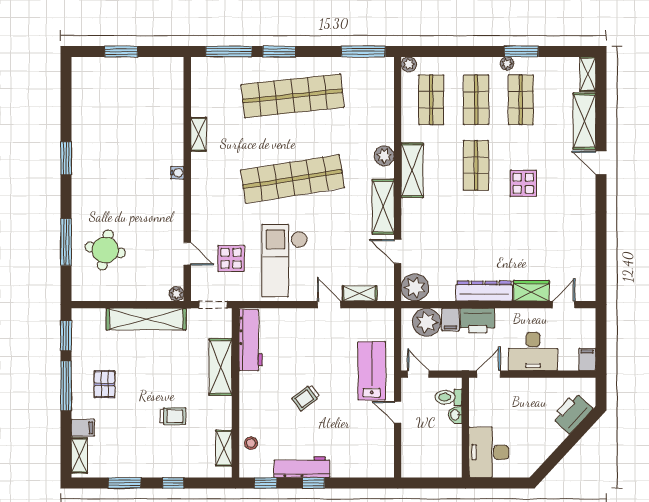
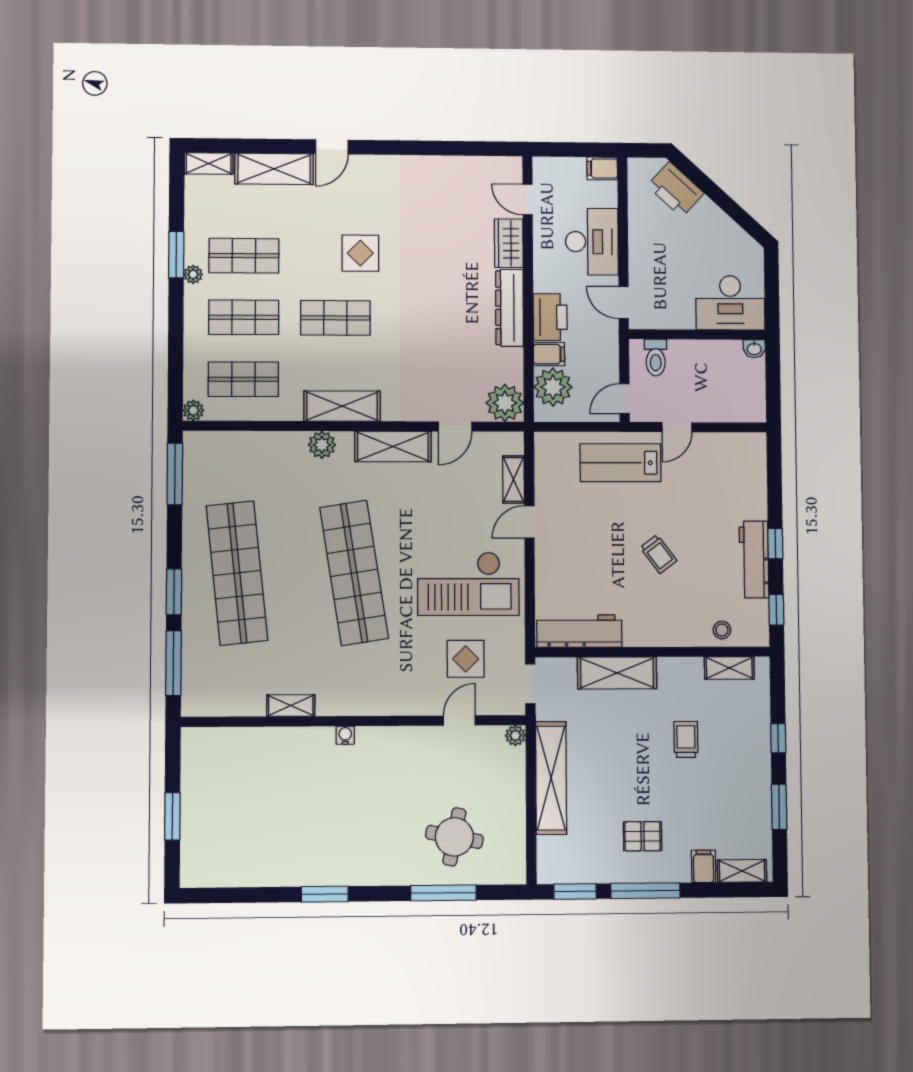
washbasin: (455, 415) -> (754, 349), moved

